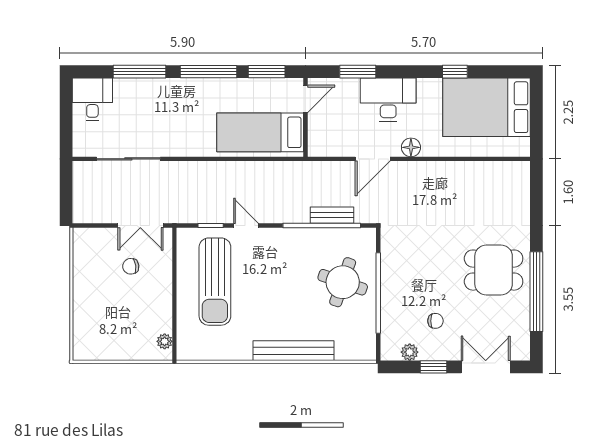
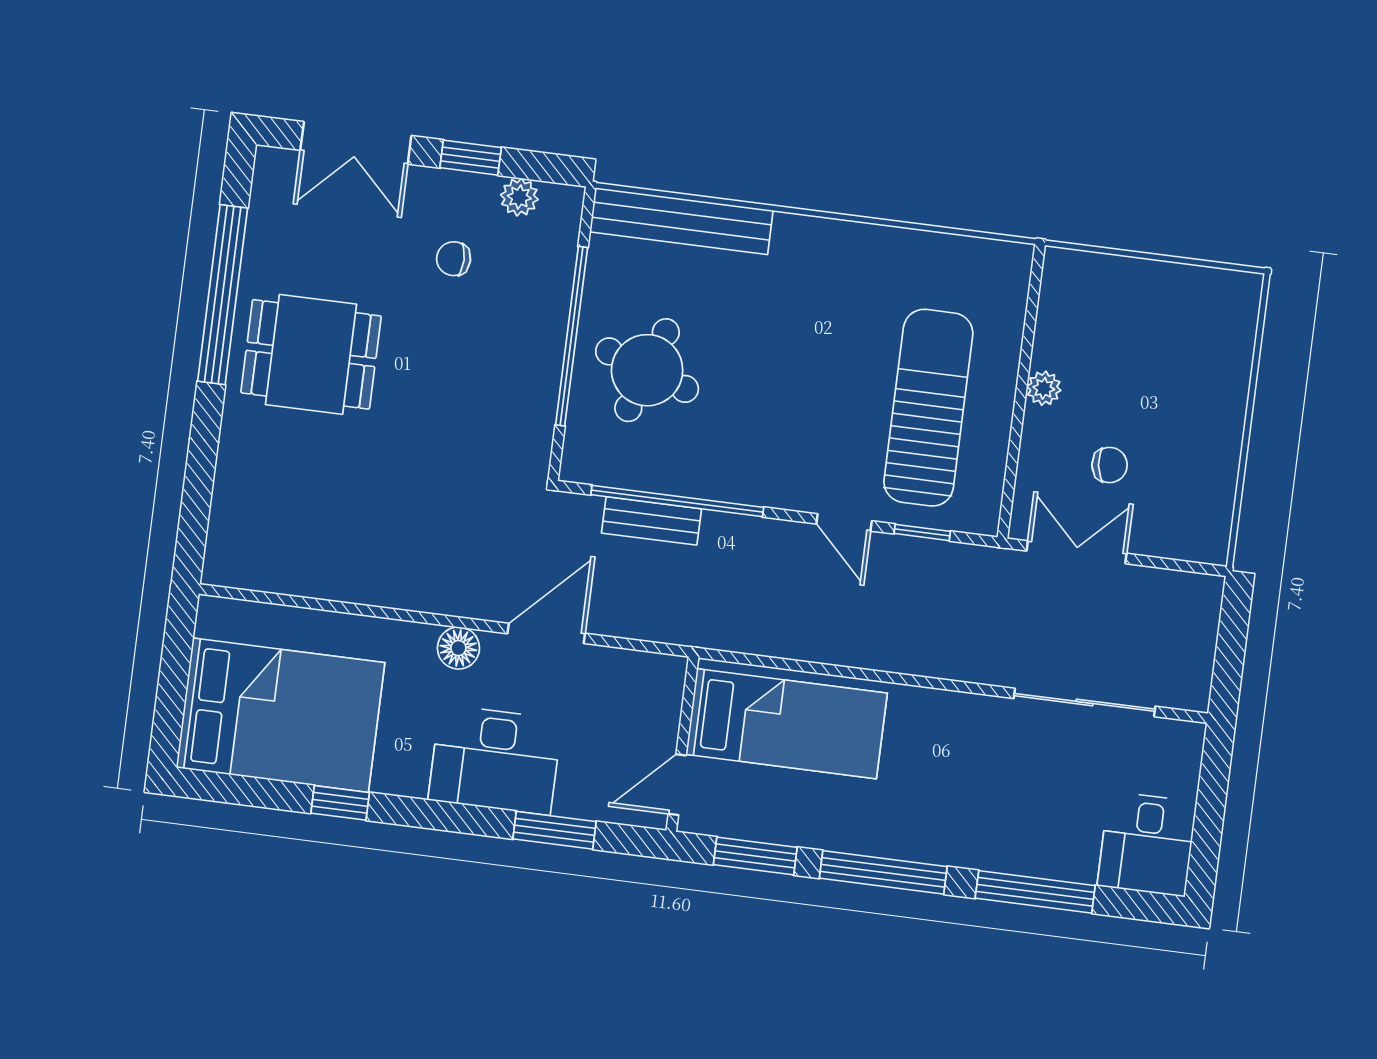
plant: (165, 341) -> (1044, 388), moved
bench: (294, 351) -> (681, 221), moved

